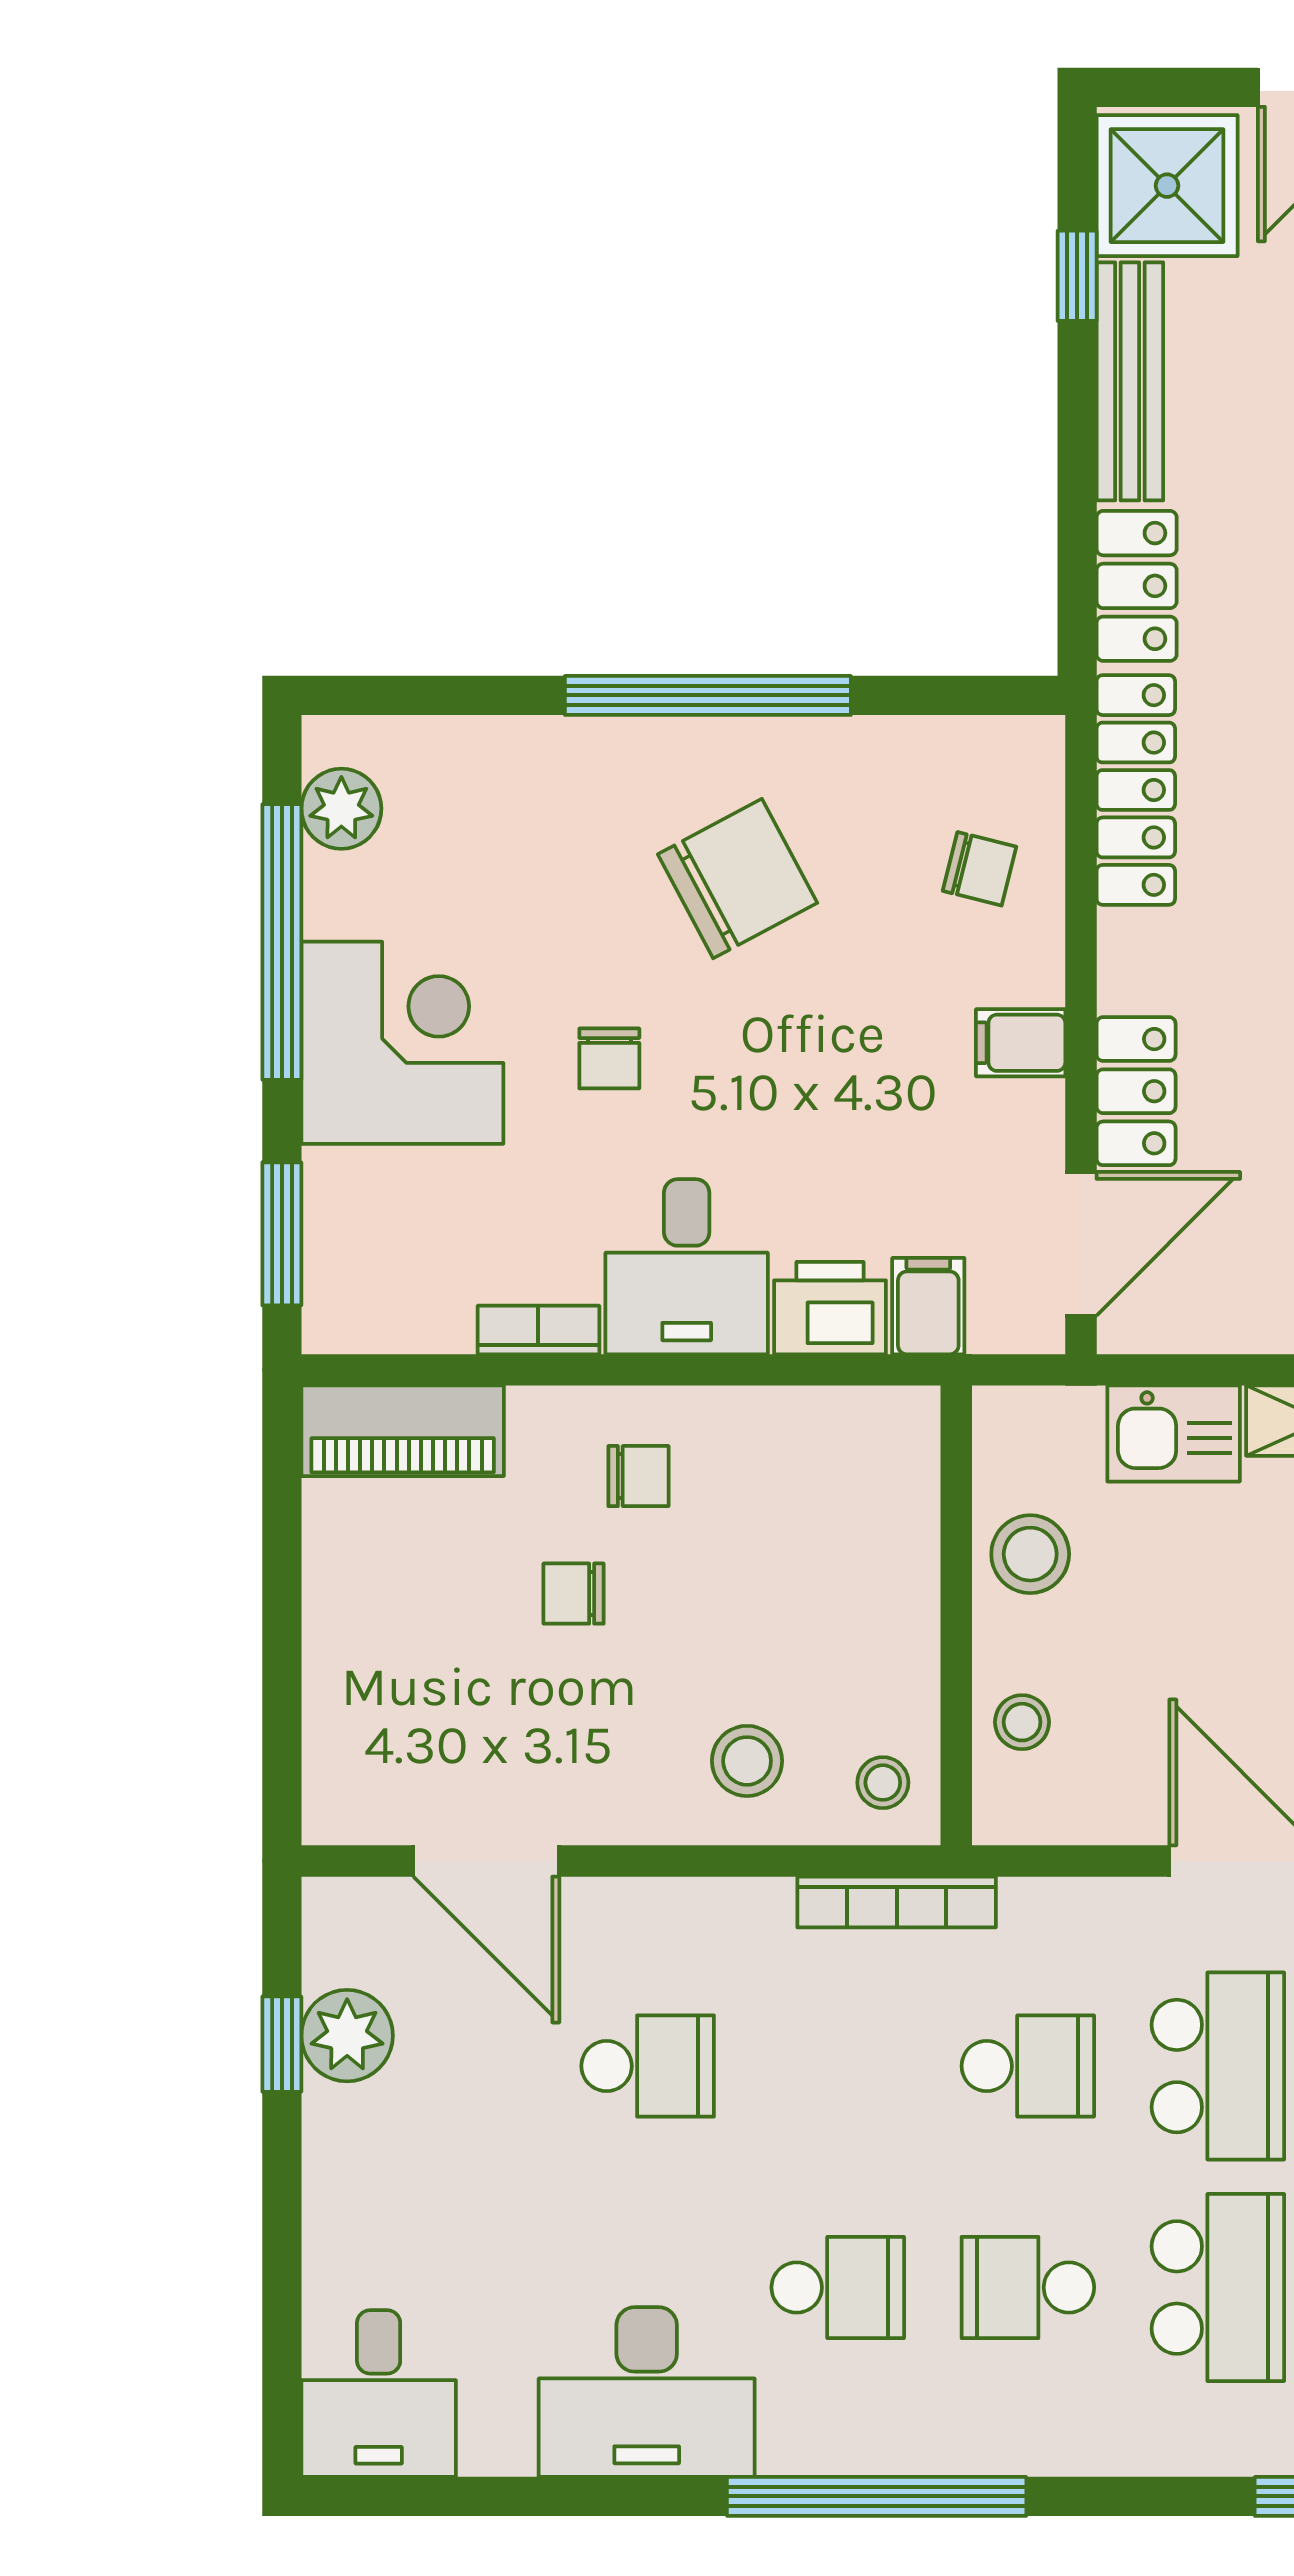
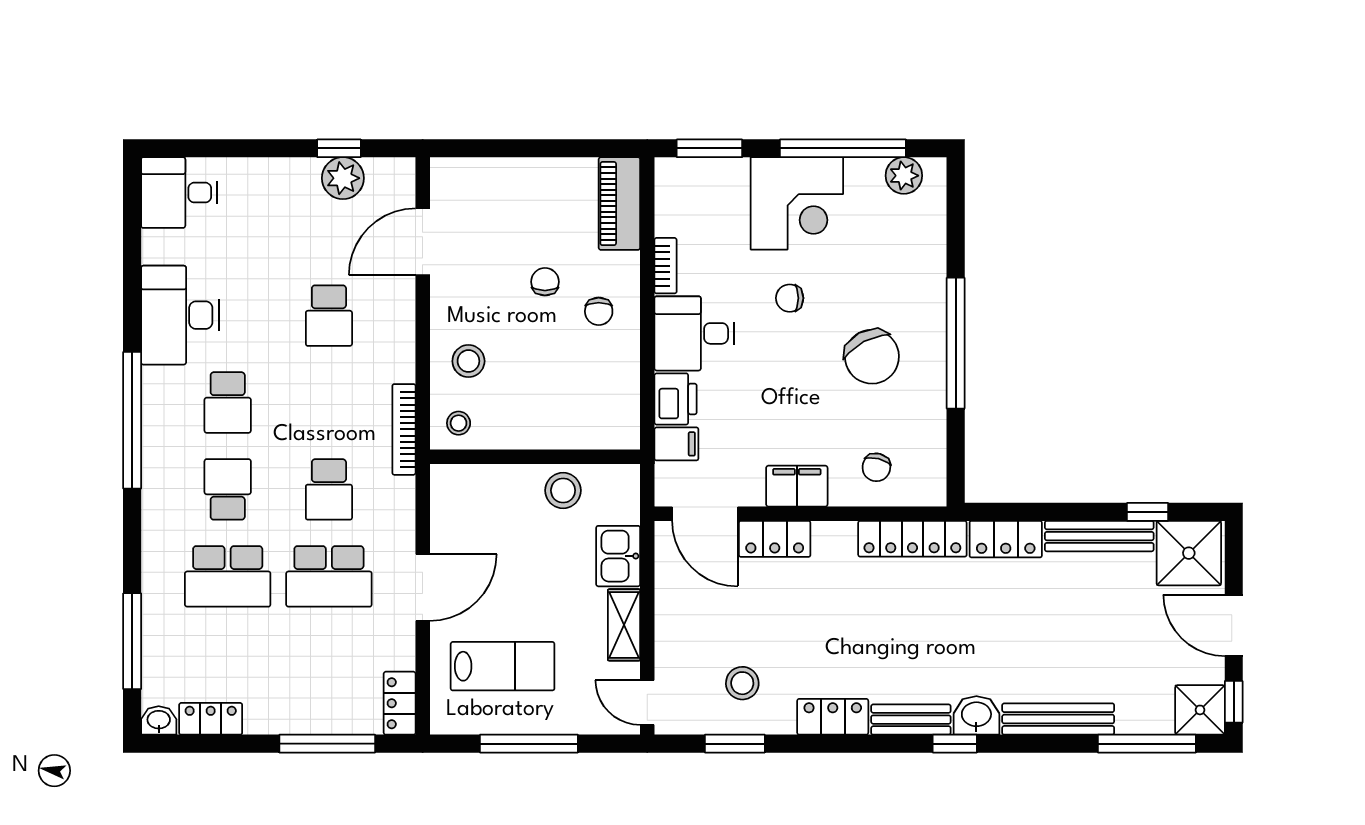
filing cabinet: (1021, 1043) -> (797, 486), width x2.00
stool: (1022, 1722) -> (486, 487), removed

